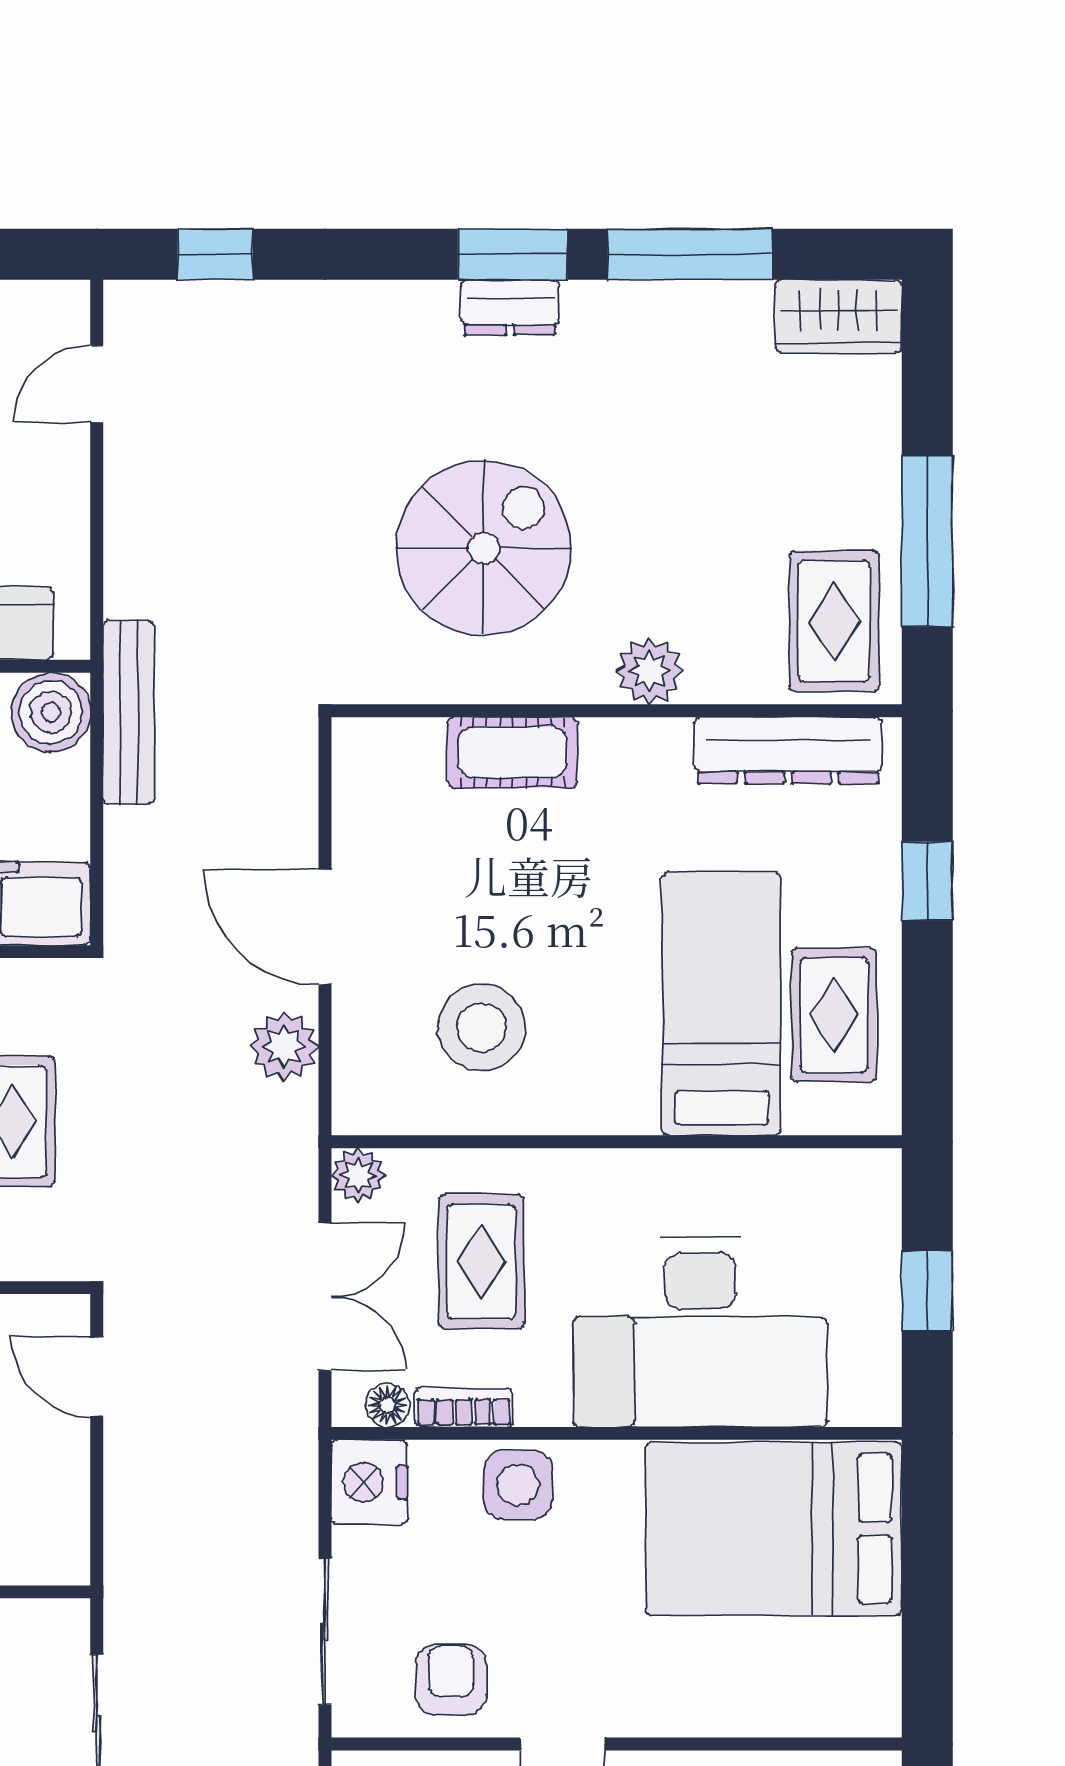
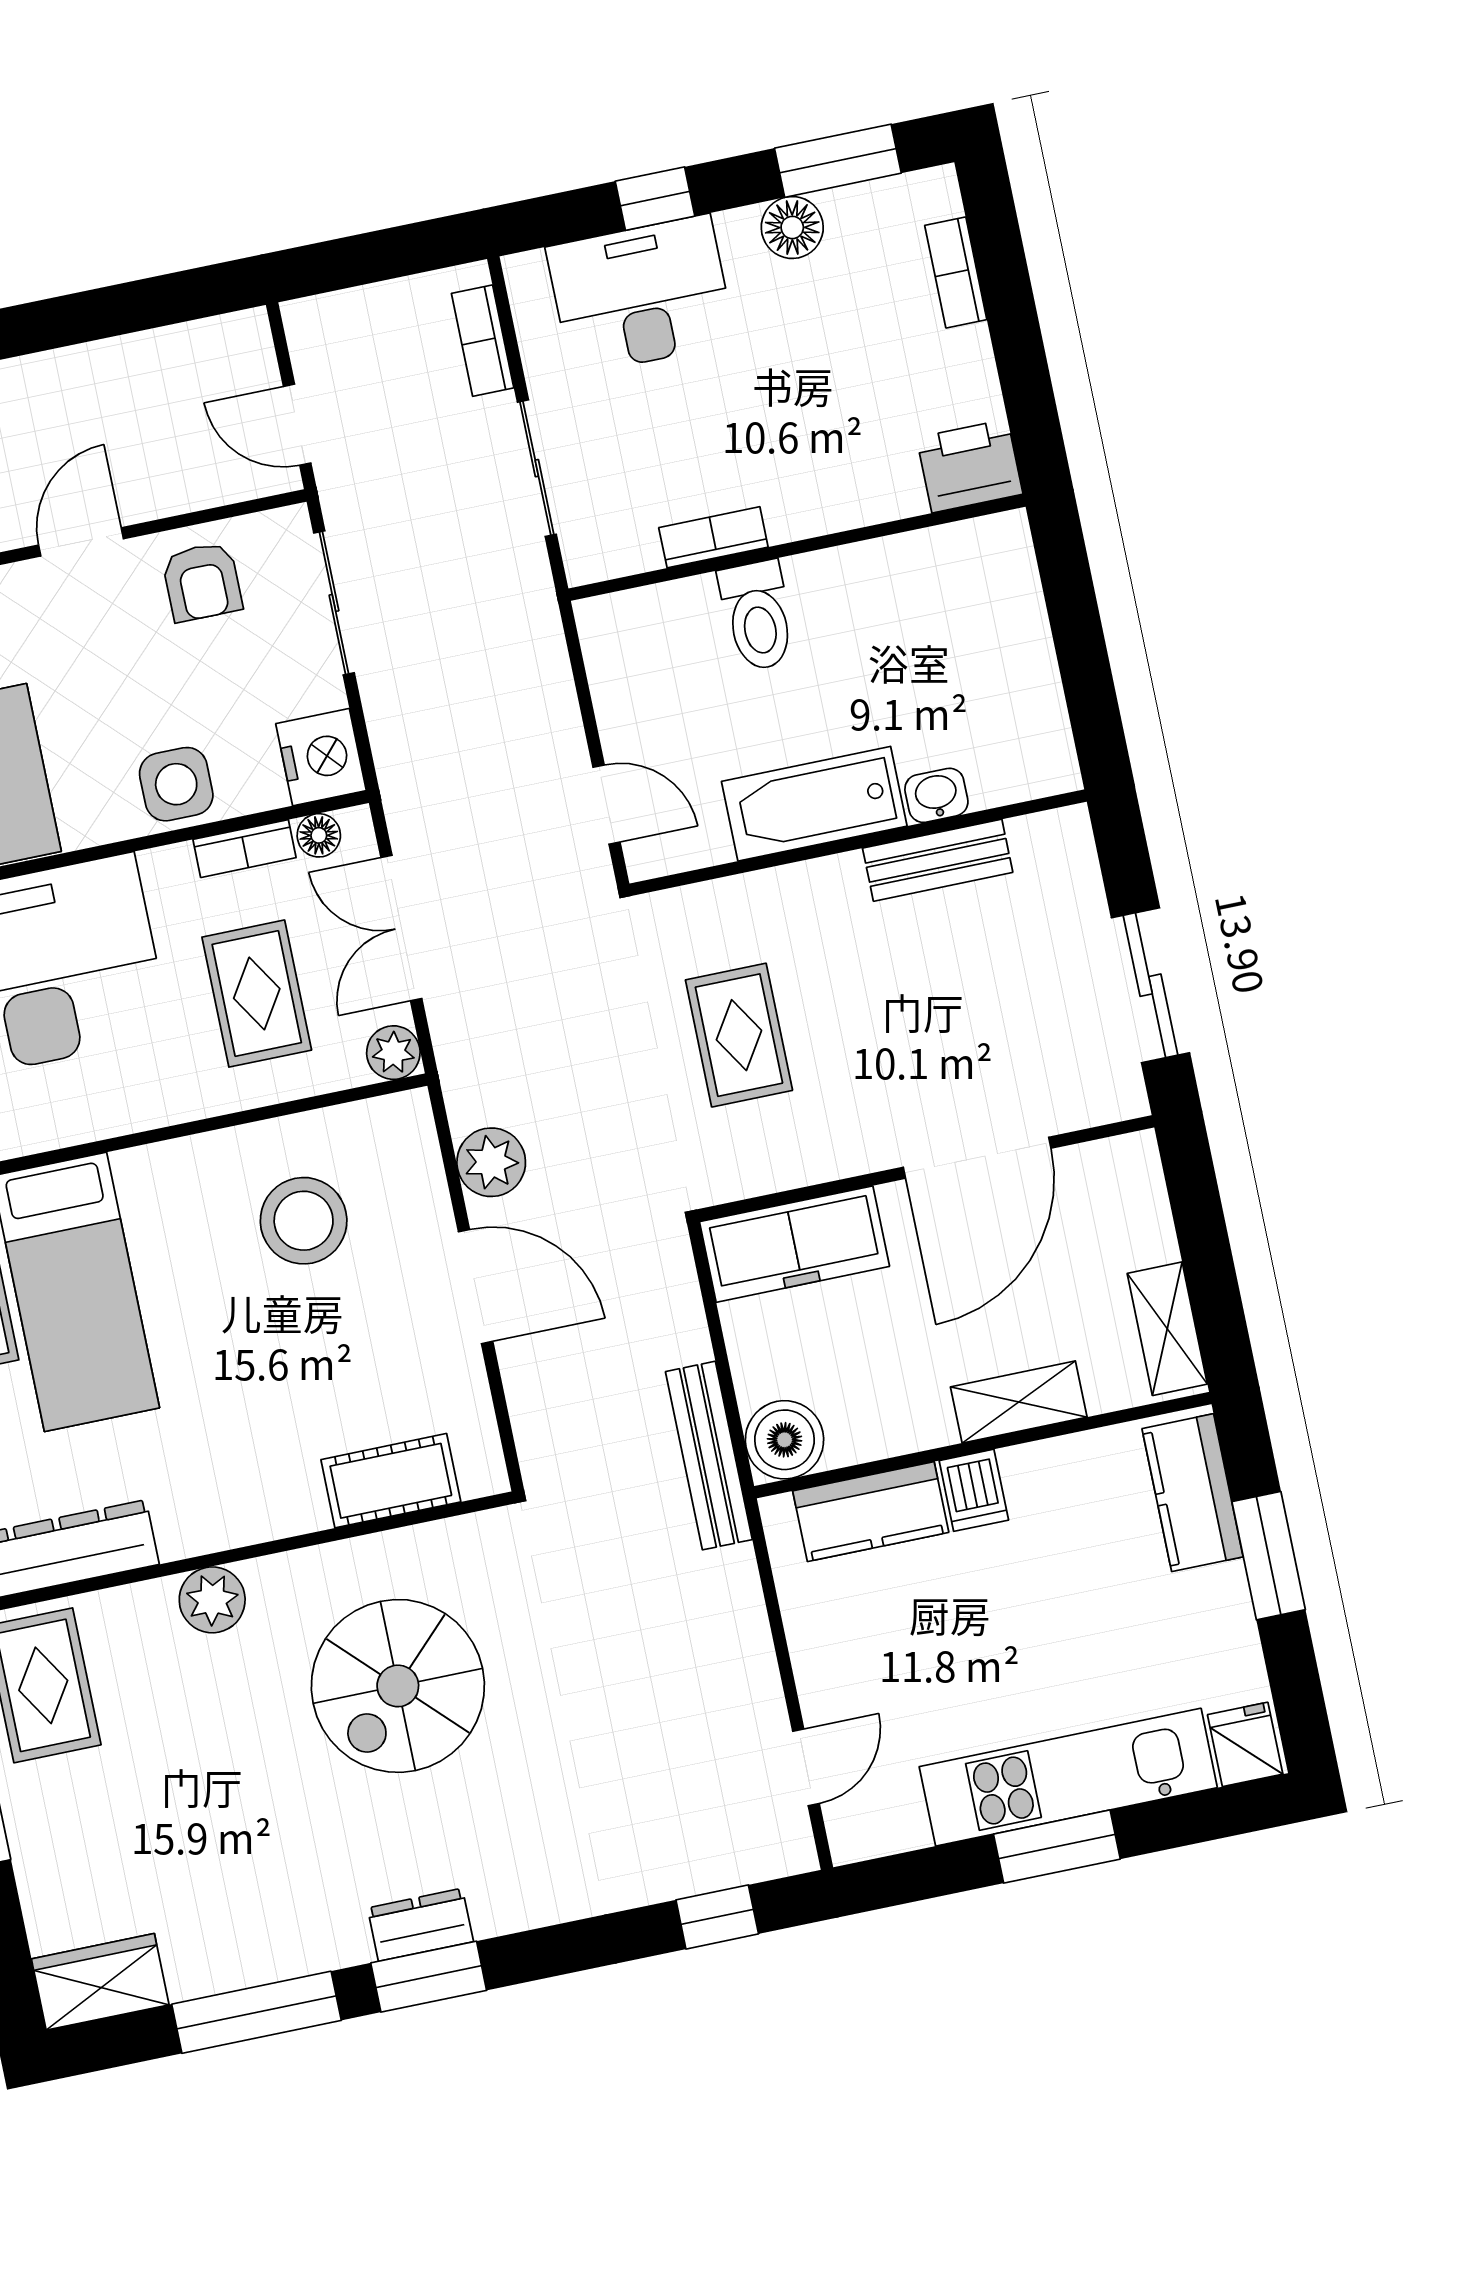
cot: (512, 752) -> (391, 1481), moved

